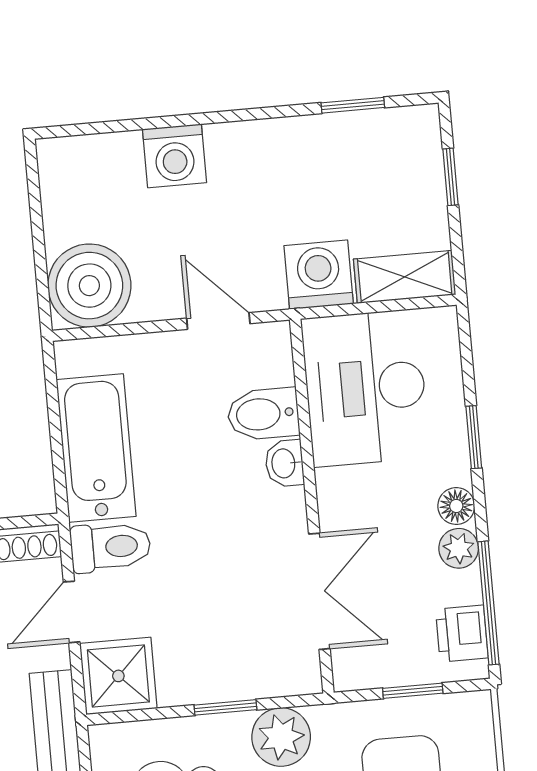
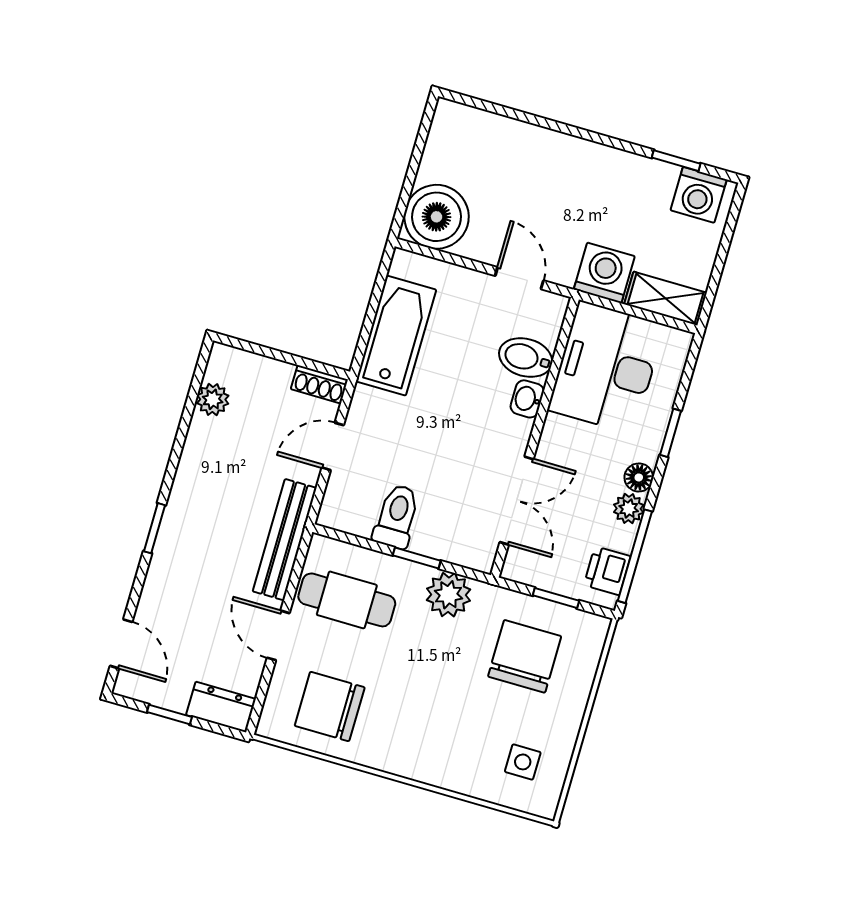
washing machine: (175, 156) -> (699, 195), moved
window: (451, 177) -> (726, 239), removed
toilet: (111, 547) -> (397, 516), moved, turned -90
shower: (118, 676) -> (349, 505), removed

